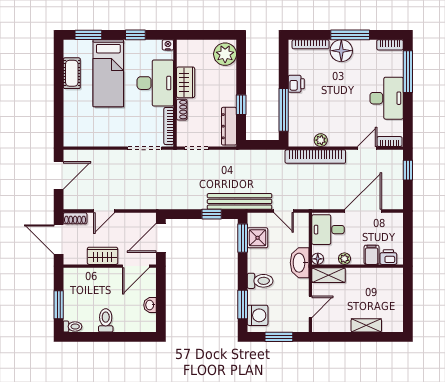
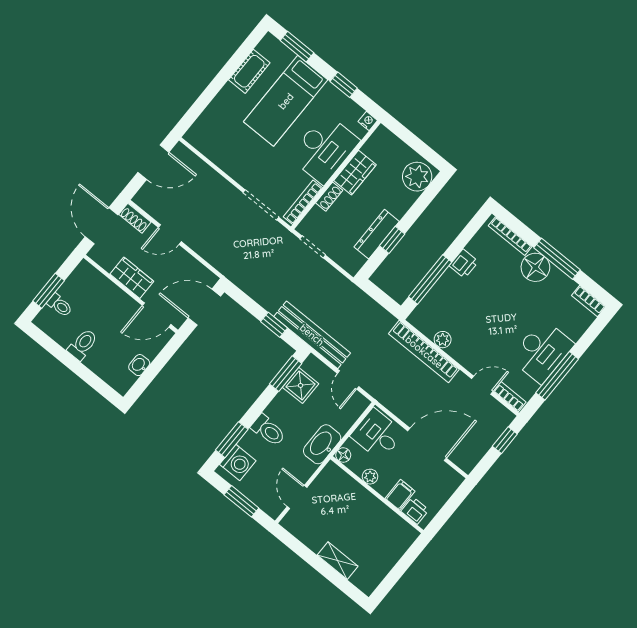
window: (408, 72) -> (557, 376), moved
dresser: (229, 126) -> (377, 234), moved
shelving: (329, 275) -> (341, 480), removed
door: (310, 307) -> (297, 497), swing flipped
toilet: (73, 326) -> (60, 305), moved

